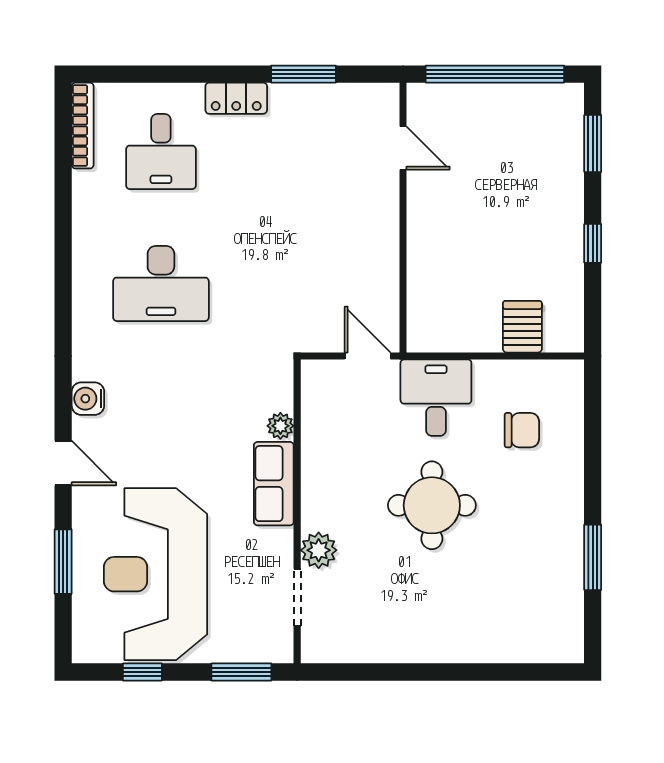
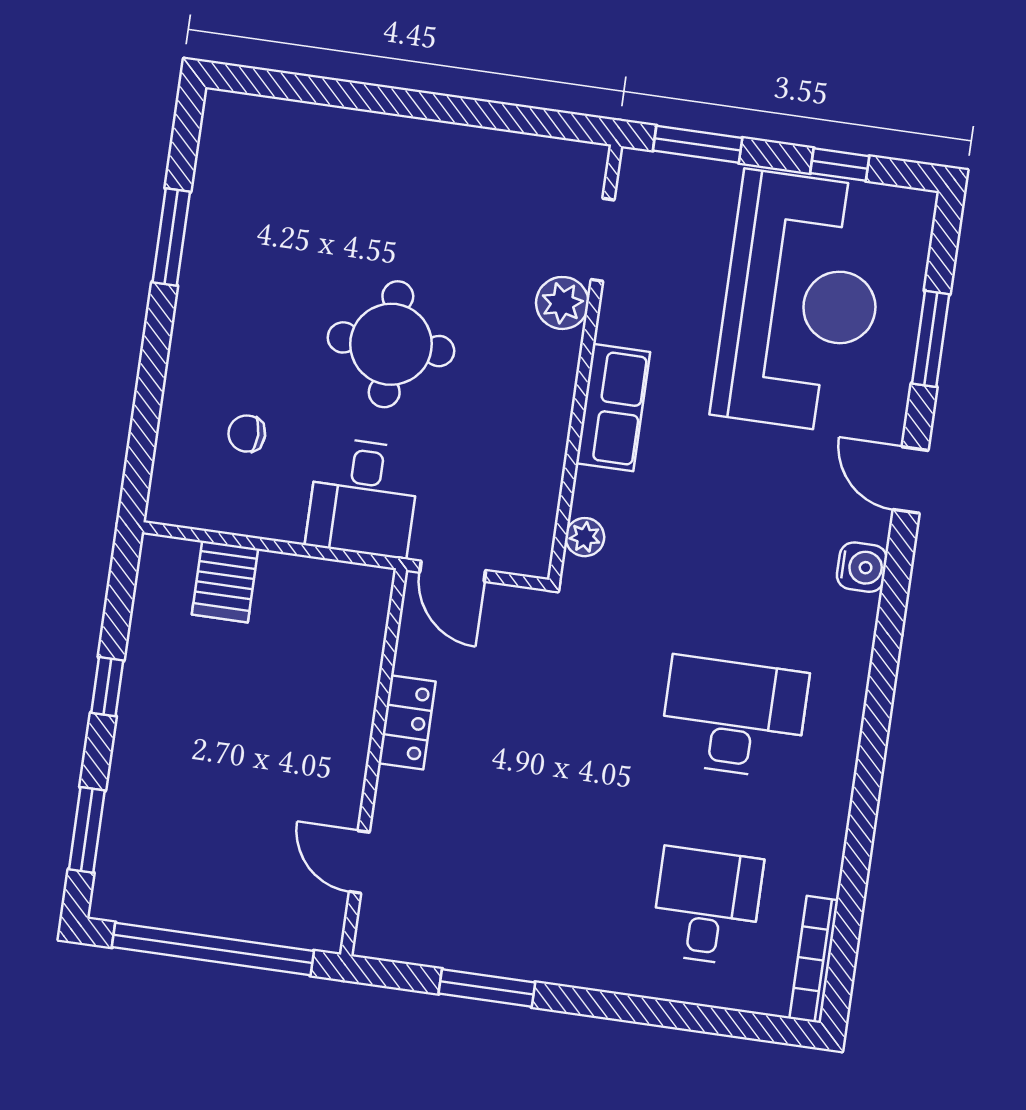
locker: (236, 98) -> (407, 722), moved, turned 90
plant: (280, 426) -> (585, 537), moved
chair: (522, 430) -> (247, 434), width x0.73, depth x0.73

